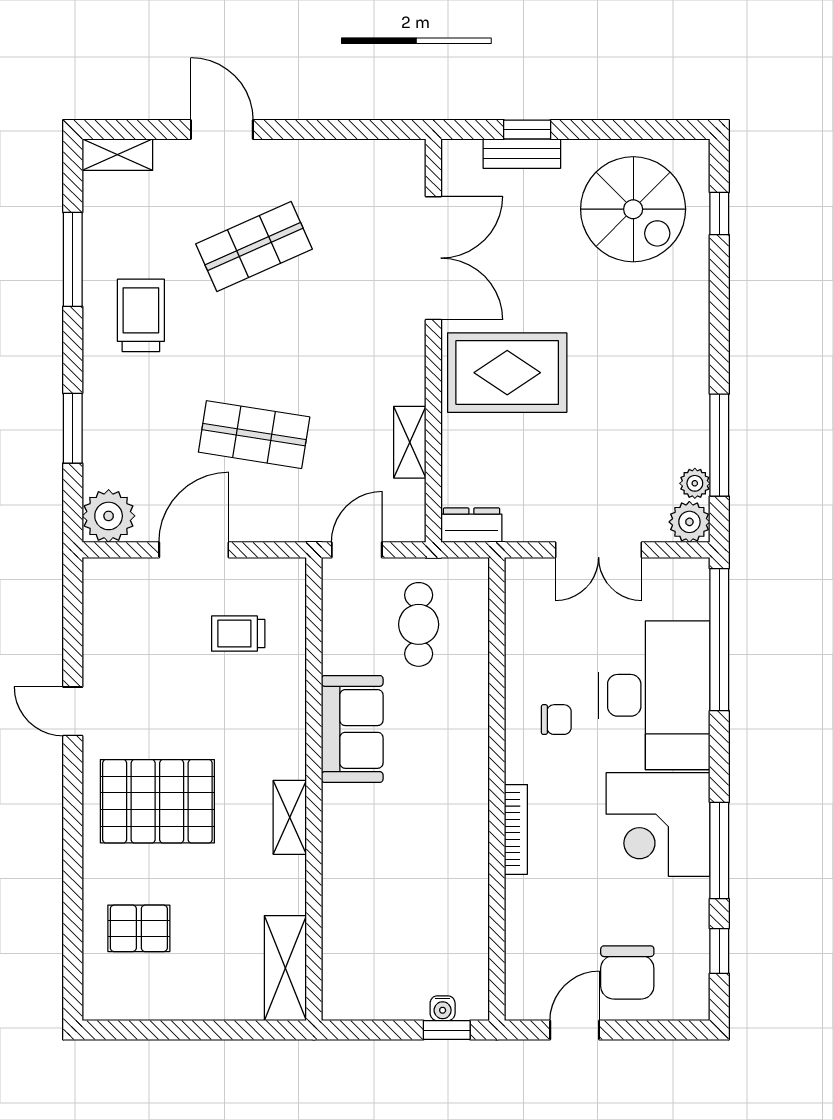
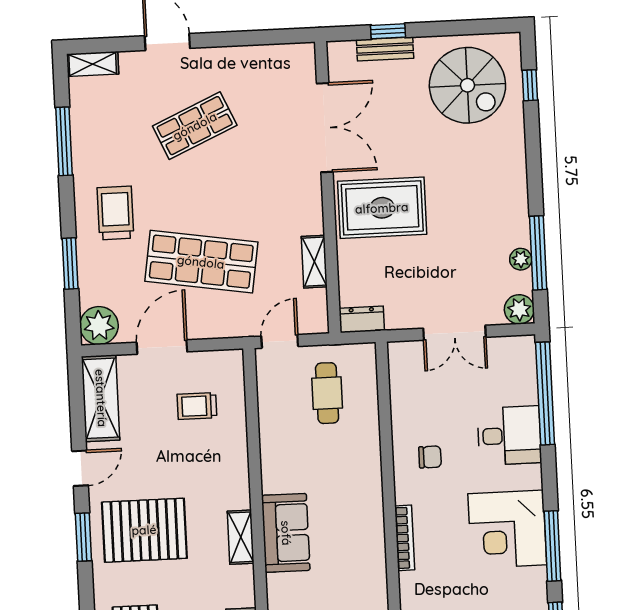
trolley: (141, 315) -> (115, 213), moved
shop shelf: (254, 435) -> (201, 262), width x1.43, depth x1.36
plant: (695, 483) -> (521, 259), moved
shelving: (106, 616) -> (101, 398), added
desk: (654, 695) -> (509, 436), width x0.53, depth x0.77
door: (73, 711) -> (80, 468), swing flipped
sofa: (352, 729) -> (286, 533), moved
window: (73, 807) -> (83, 537), added

